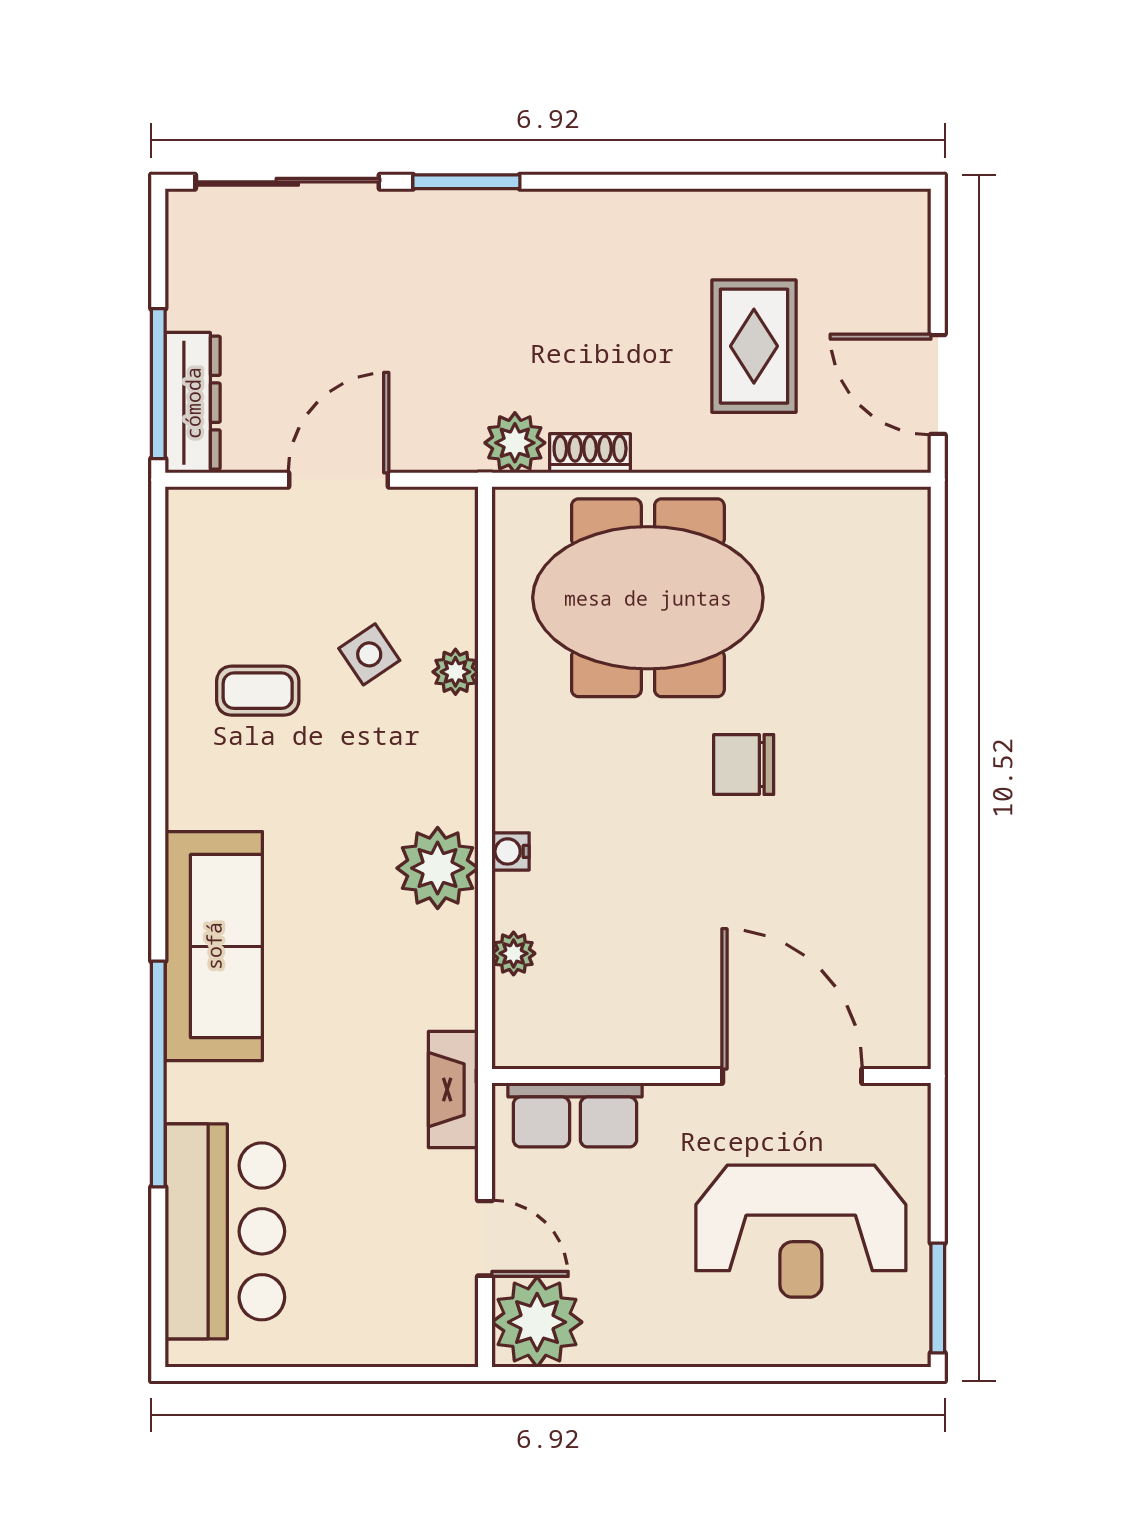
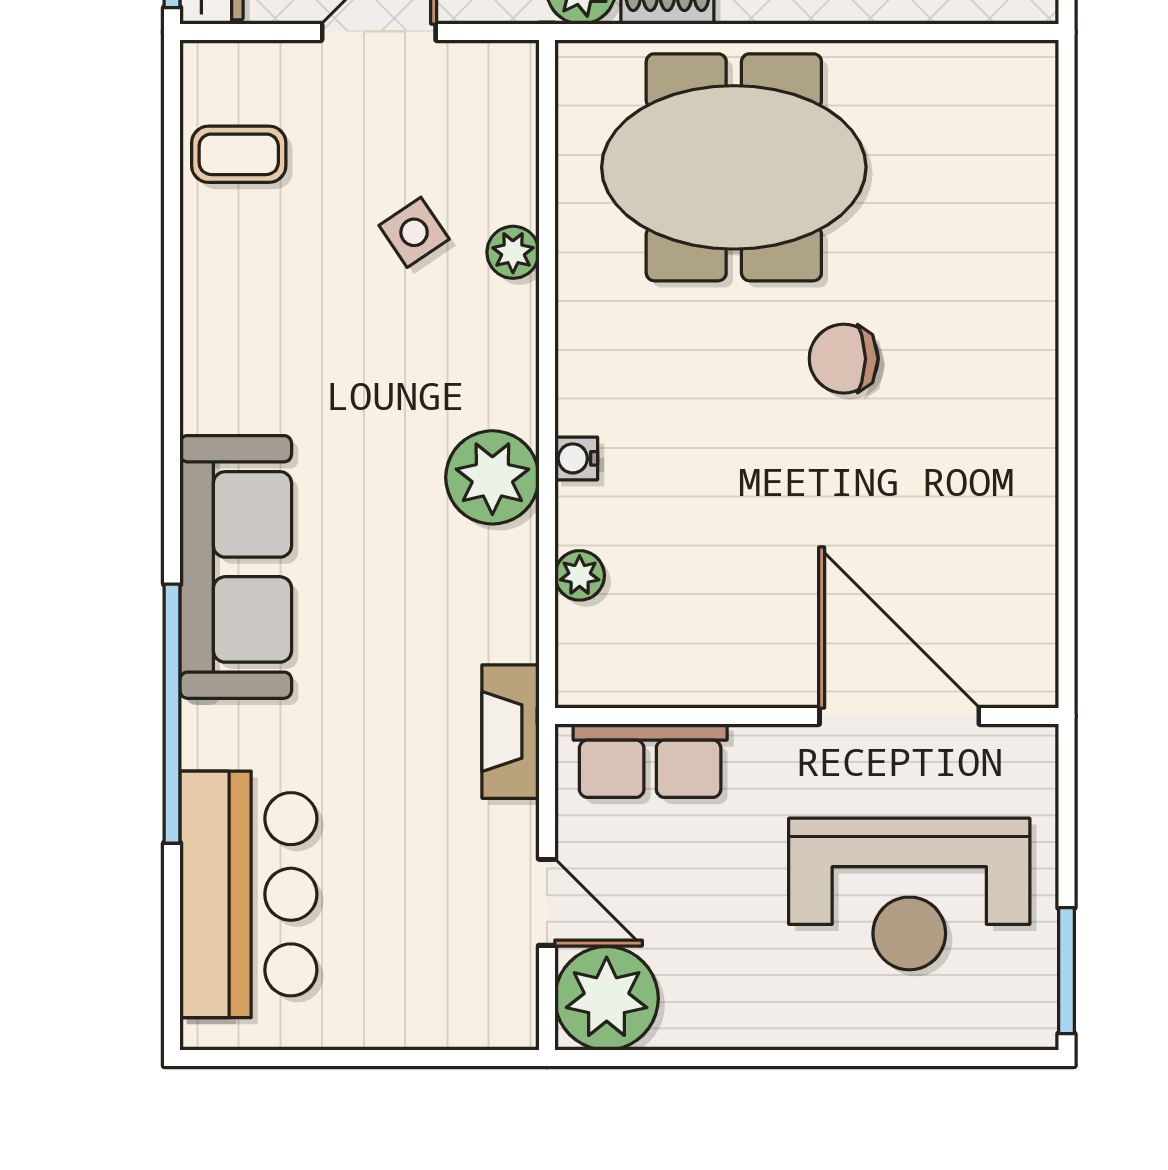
coffee table: (258, 691) -> (239, 154), moved

